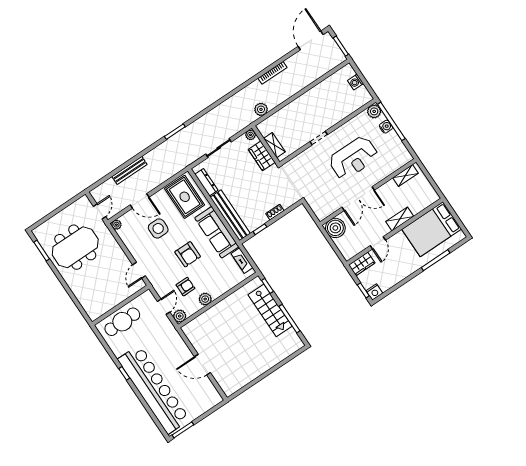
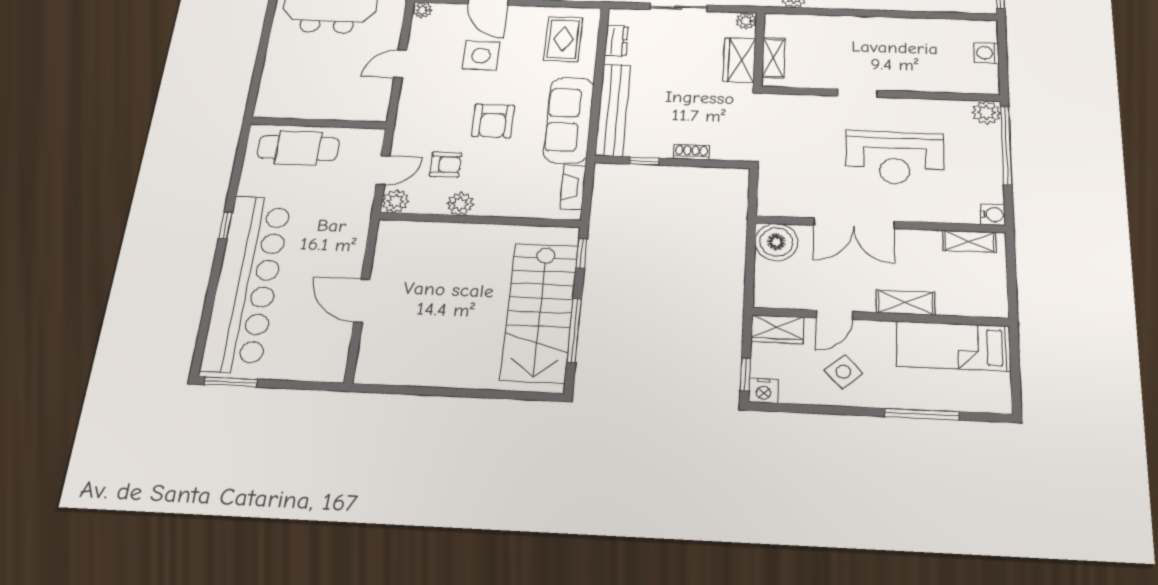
water cooler: (386, 127) -> (993, 215), moved
dresser: (206, 182) -> (616, 41), width x0.70
rug: (185, 197) -> (563, 39), width x0.73, depth x0.70
bed: (432, 229) -> (953, 346), width x0.67
side table: (397, 264) -> (843, 372), added
door: (139, 270) -> (400, 64), moved
stairs: (270, 310) -> (540, 312), width x1.36, depth x1.51

